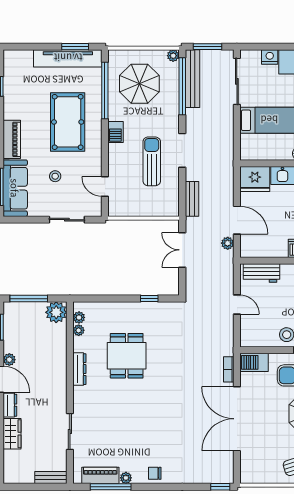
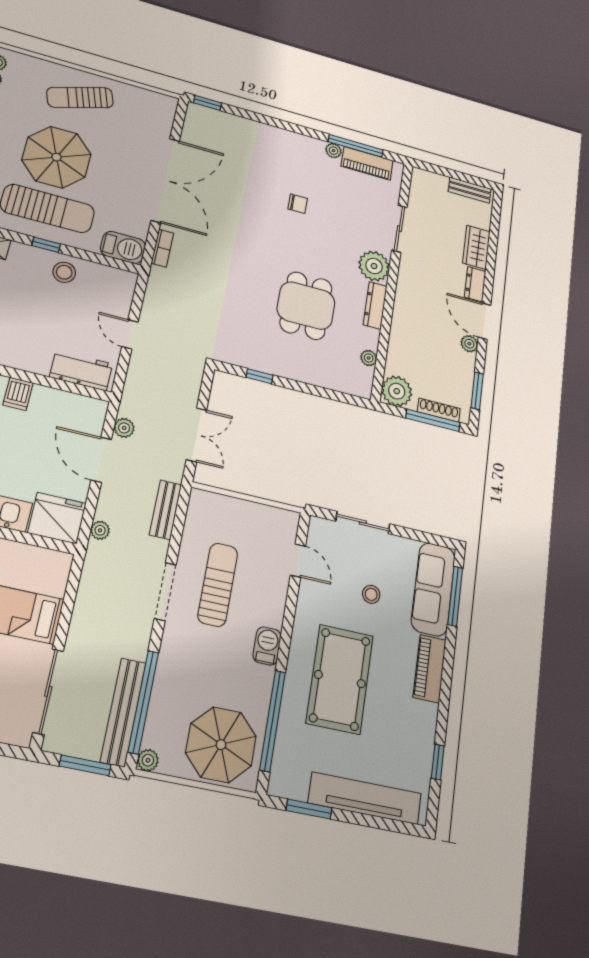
tv unit: (68, 58) -> (365, 798), moved
parasol: (139, 84) -> (221, 745), moved
sun lounger: (152, 161) -> (218, 585), turned 180
plant: (228, 178) -> (100, 530), added
shoe rack: (26, 307) -> (439, 410), added
plant: (79, 317) -> (374, 266), moved, width x1.87, depth x1.87
chair: (155, 473) -> (298, 204), moved
bench: (51, 478) -> (470, 190), moved

